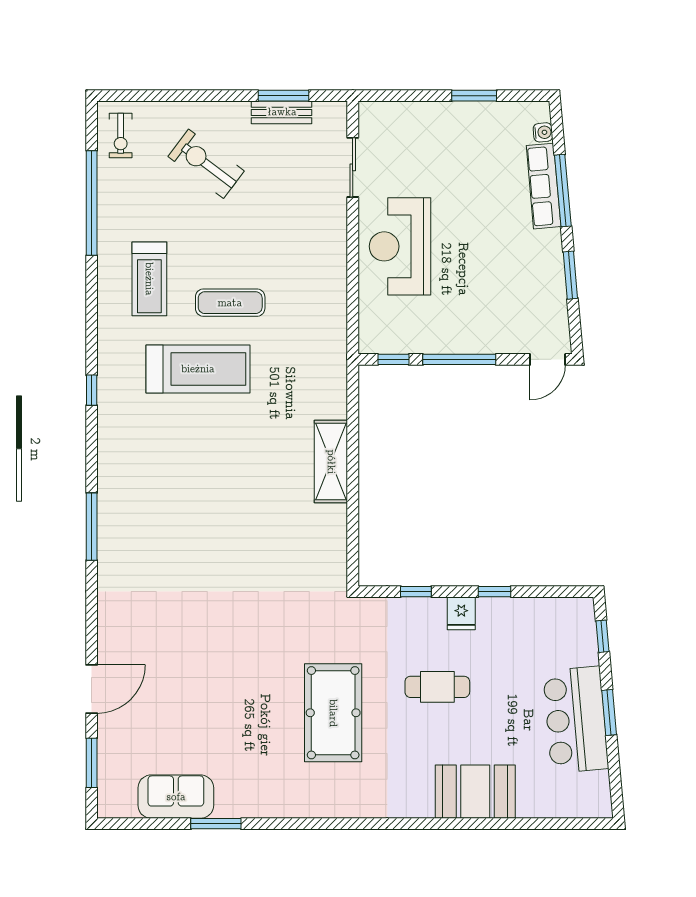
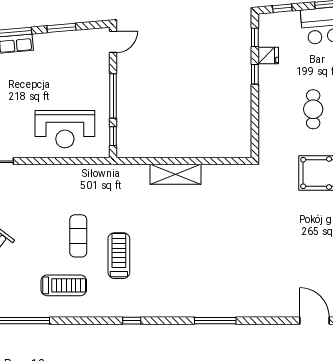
reception desk: (400, 246) -> (65, 129), moved
door: (548, 359) -> (113, 42), hinge flipped
treadmill: (198, 369) -> (119, 256), width x0.73, depth x0.73
window: (416, 592) -> (255, 37), moved
fridge: (461, 613) -> (268, 56), moved

